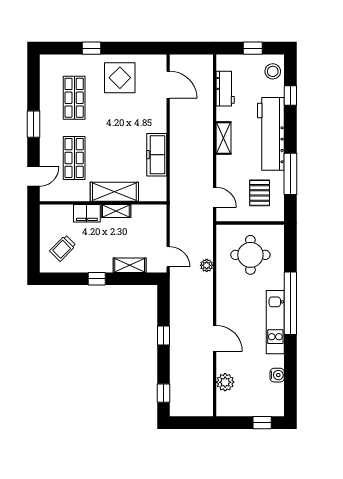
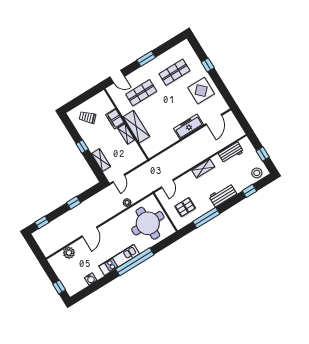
workbench: (271, 134) -> (223, 195), width x0.53, depth x0.76
freezer: (157, 155) -> (188, 127), moved
round table: (250, 255) -> (148, 223), width x1.36, depth x1.36

